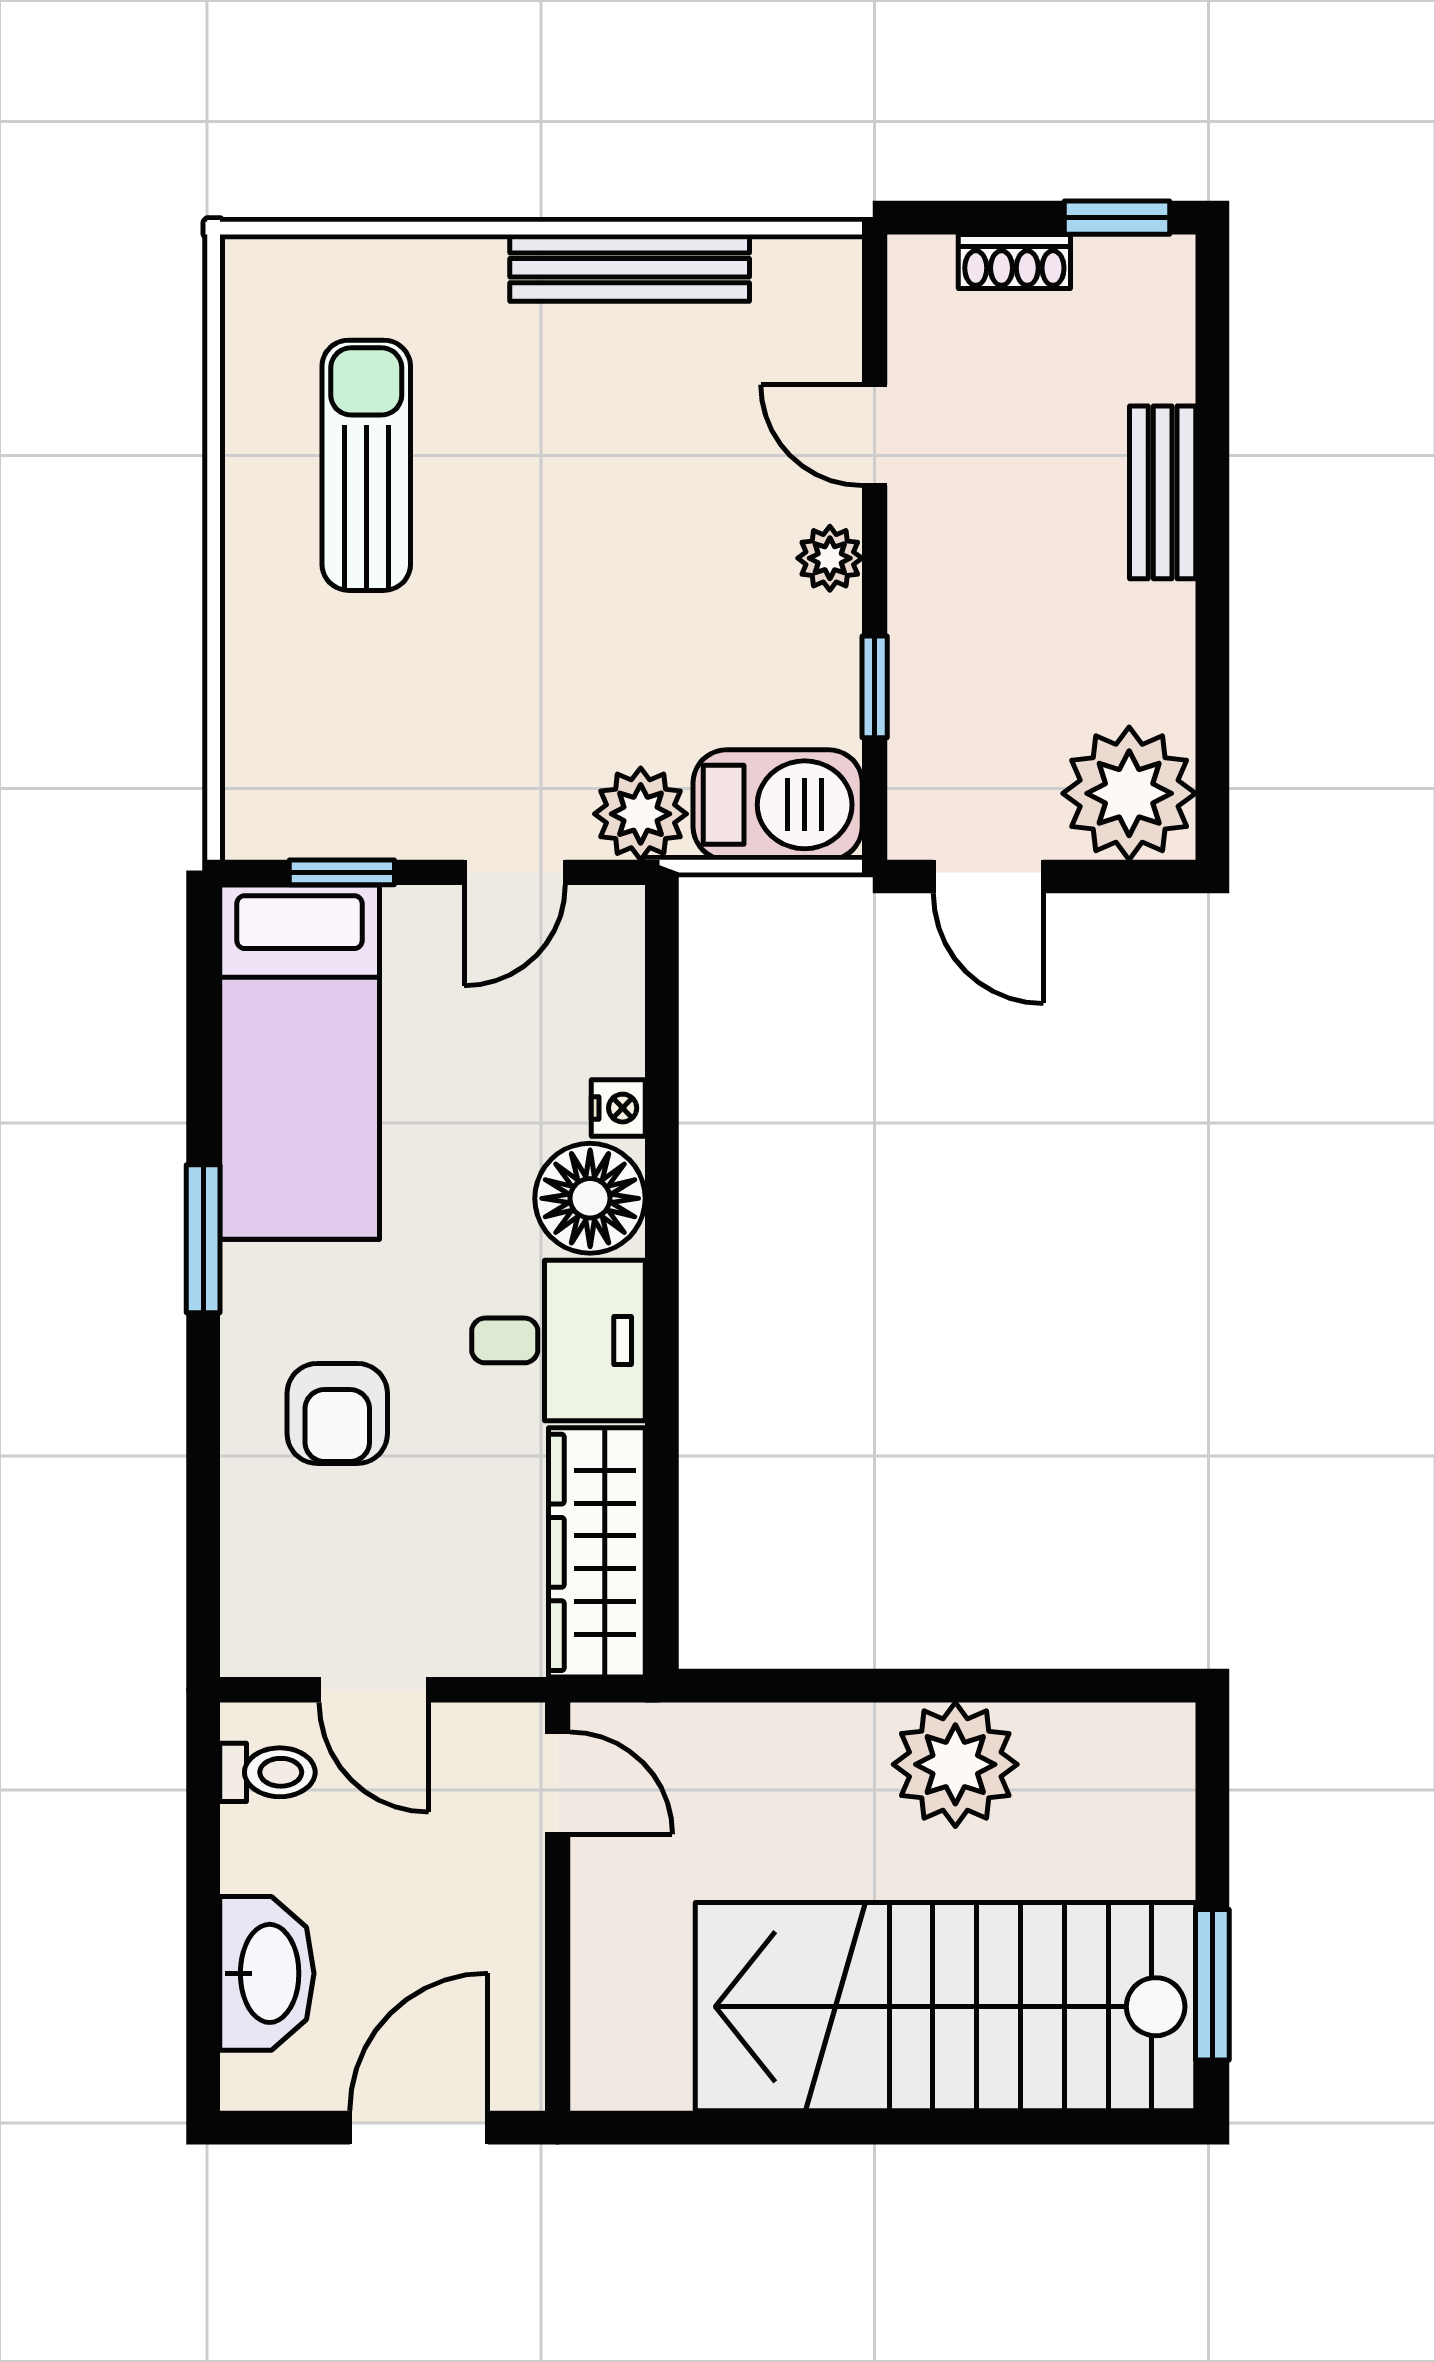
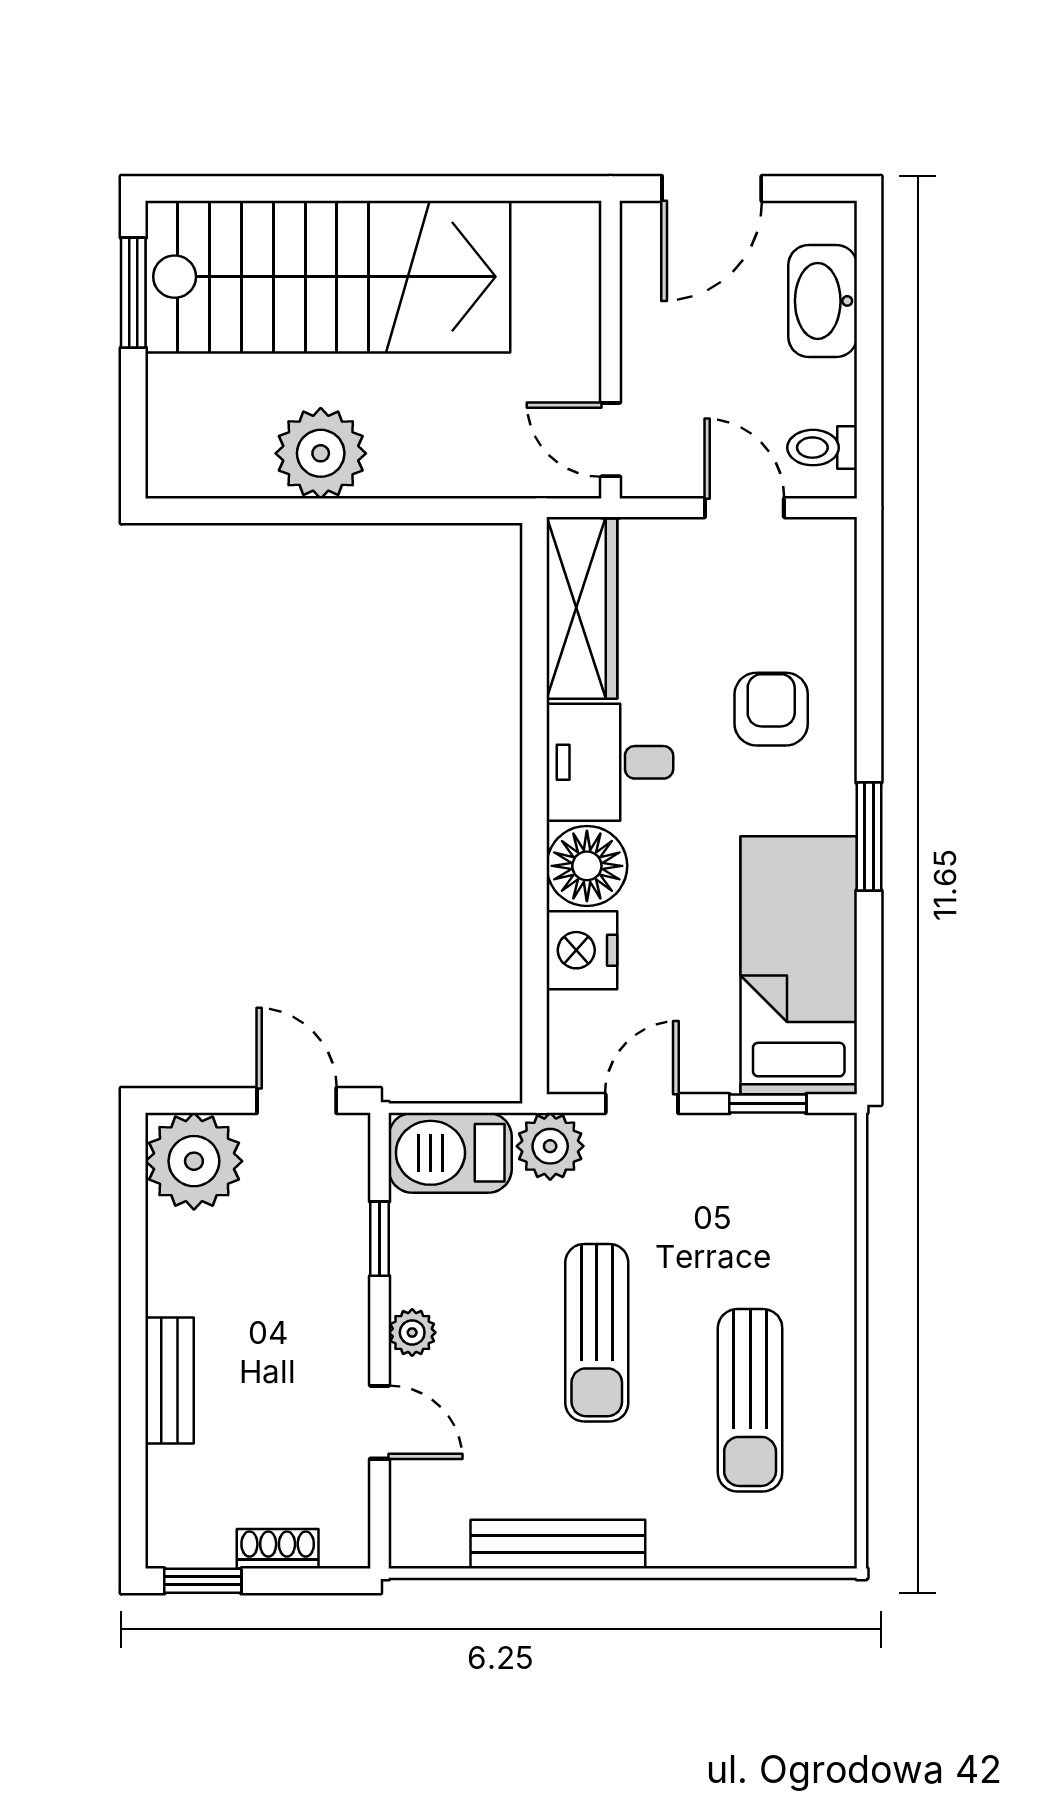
sun lounger: (576, 558) -> (597, 1333), added
nightstand: (618, 1108) -> (582, 950), width x1.89, depth x1.79

